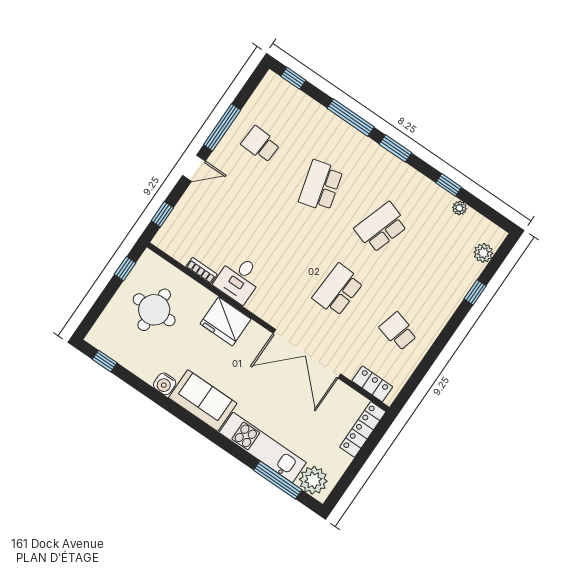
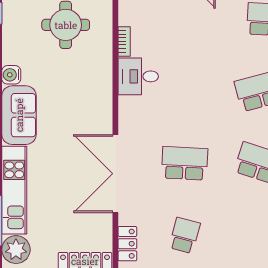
fridge: (225, 321) -> (96, 89), removed

